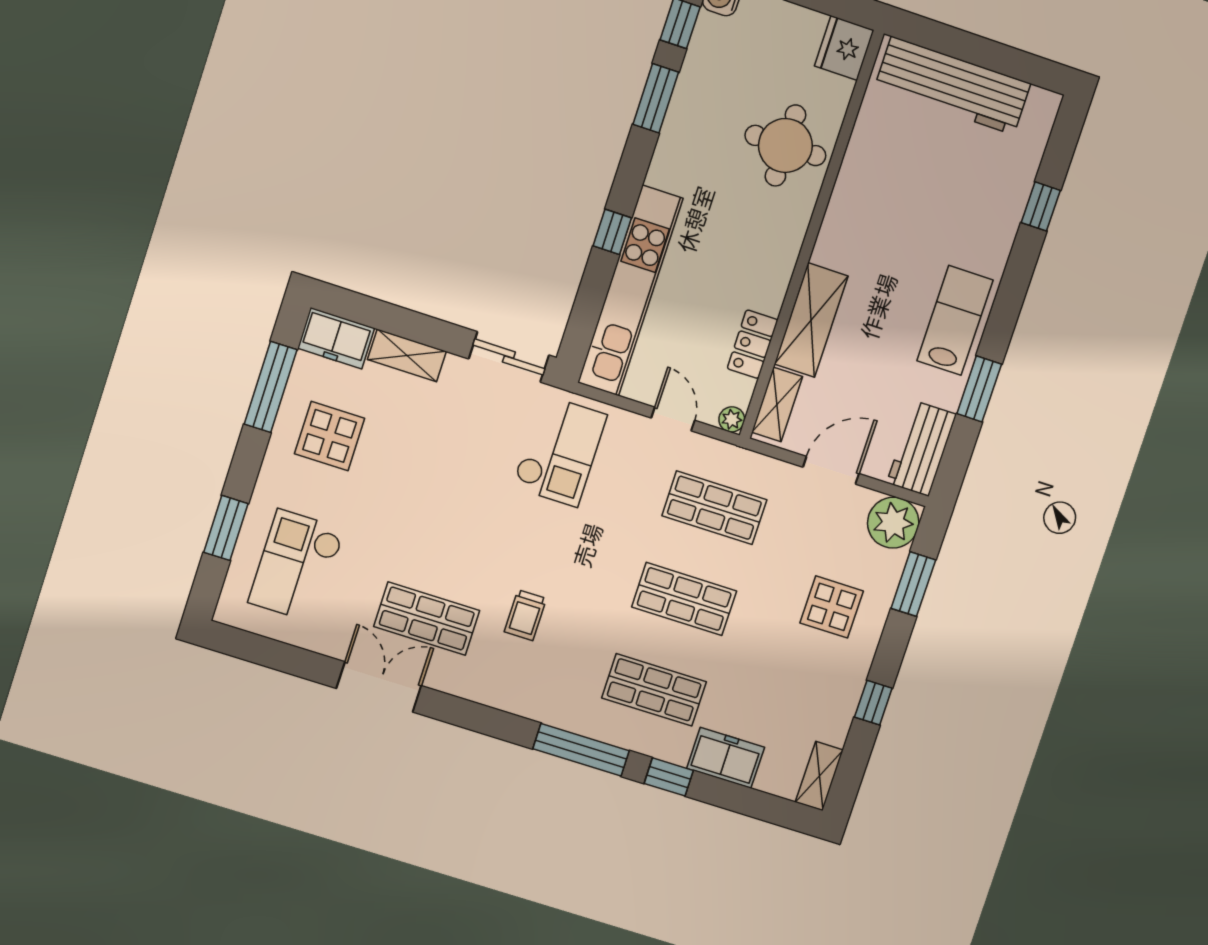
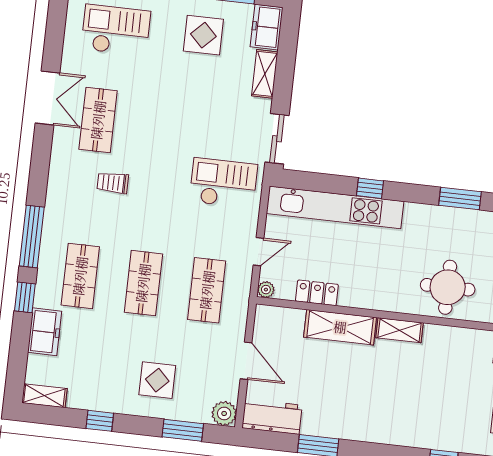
lab bench: (955, 320) -> (359, 420), removed
shelving: (777, 404) -> (400, 330), moved
checkout: (560, 451) -> (223, 183), turned 180
plant: (893, 523) -> (224, 413), width x0.73, depth x0.73

